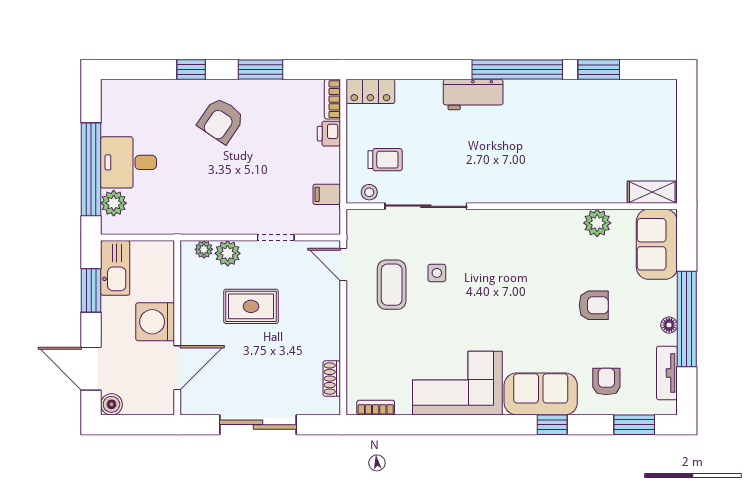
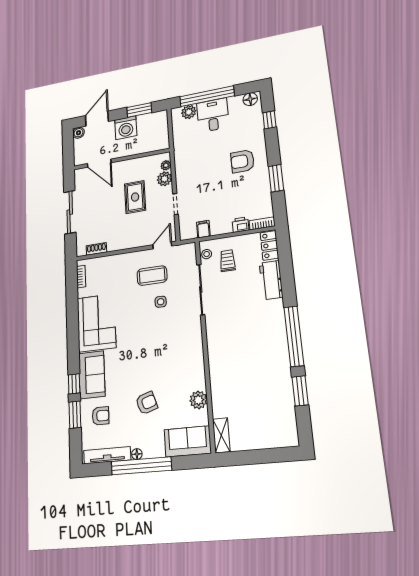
window: (191, 70) -> (269, 120), moved
workbench: (473, 95) -> (271, 280), moved
floor lamp: (113, 97) -> (250, 99), added
armchair: (221, 120) -> (242, 161), turned -34
trolley: (385, 160) -> (227, 261), turned 180
kitchen sink: (115, 268) -> (152, 120), removed
armchair: (594, 305) -> (147, 403), turned -108
washing machine: (155, 322) -> (126, 128), moved, turned 180
tv unit: (667, 373) -> (107, 455), width x1.41
window: (634, 425) -> (75, 415), moved

